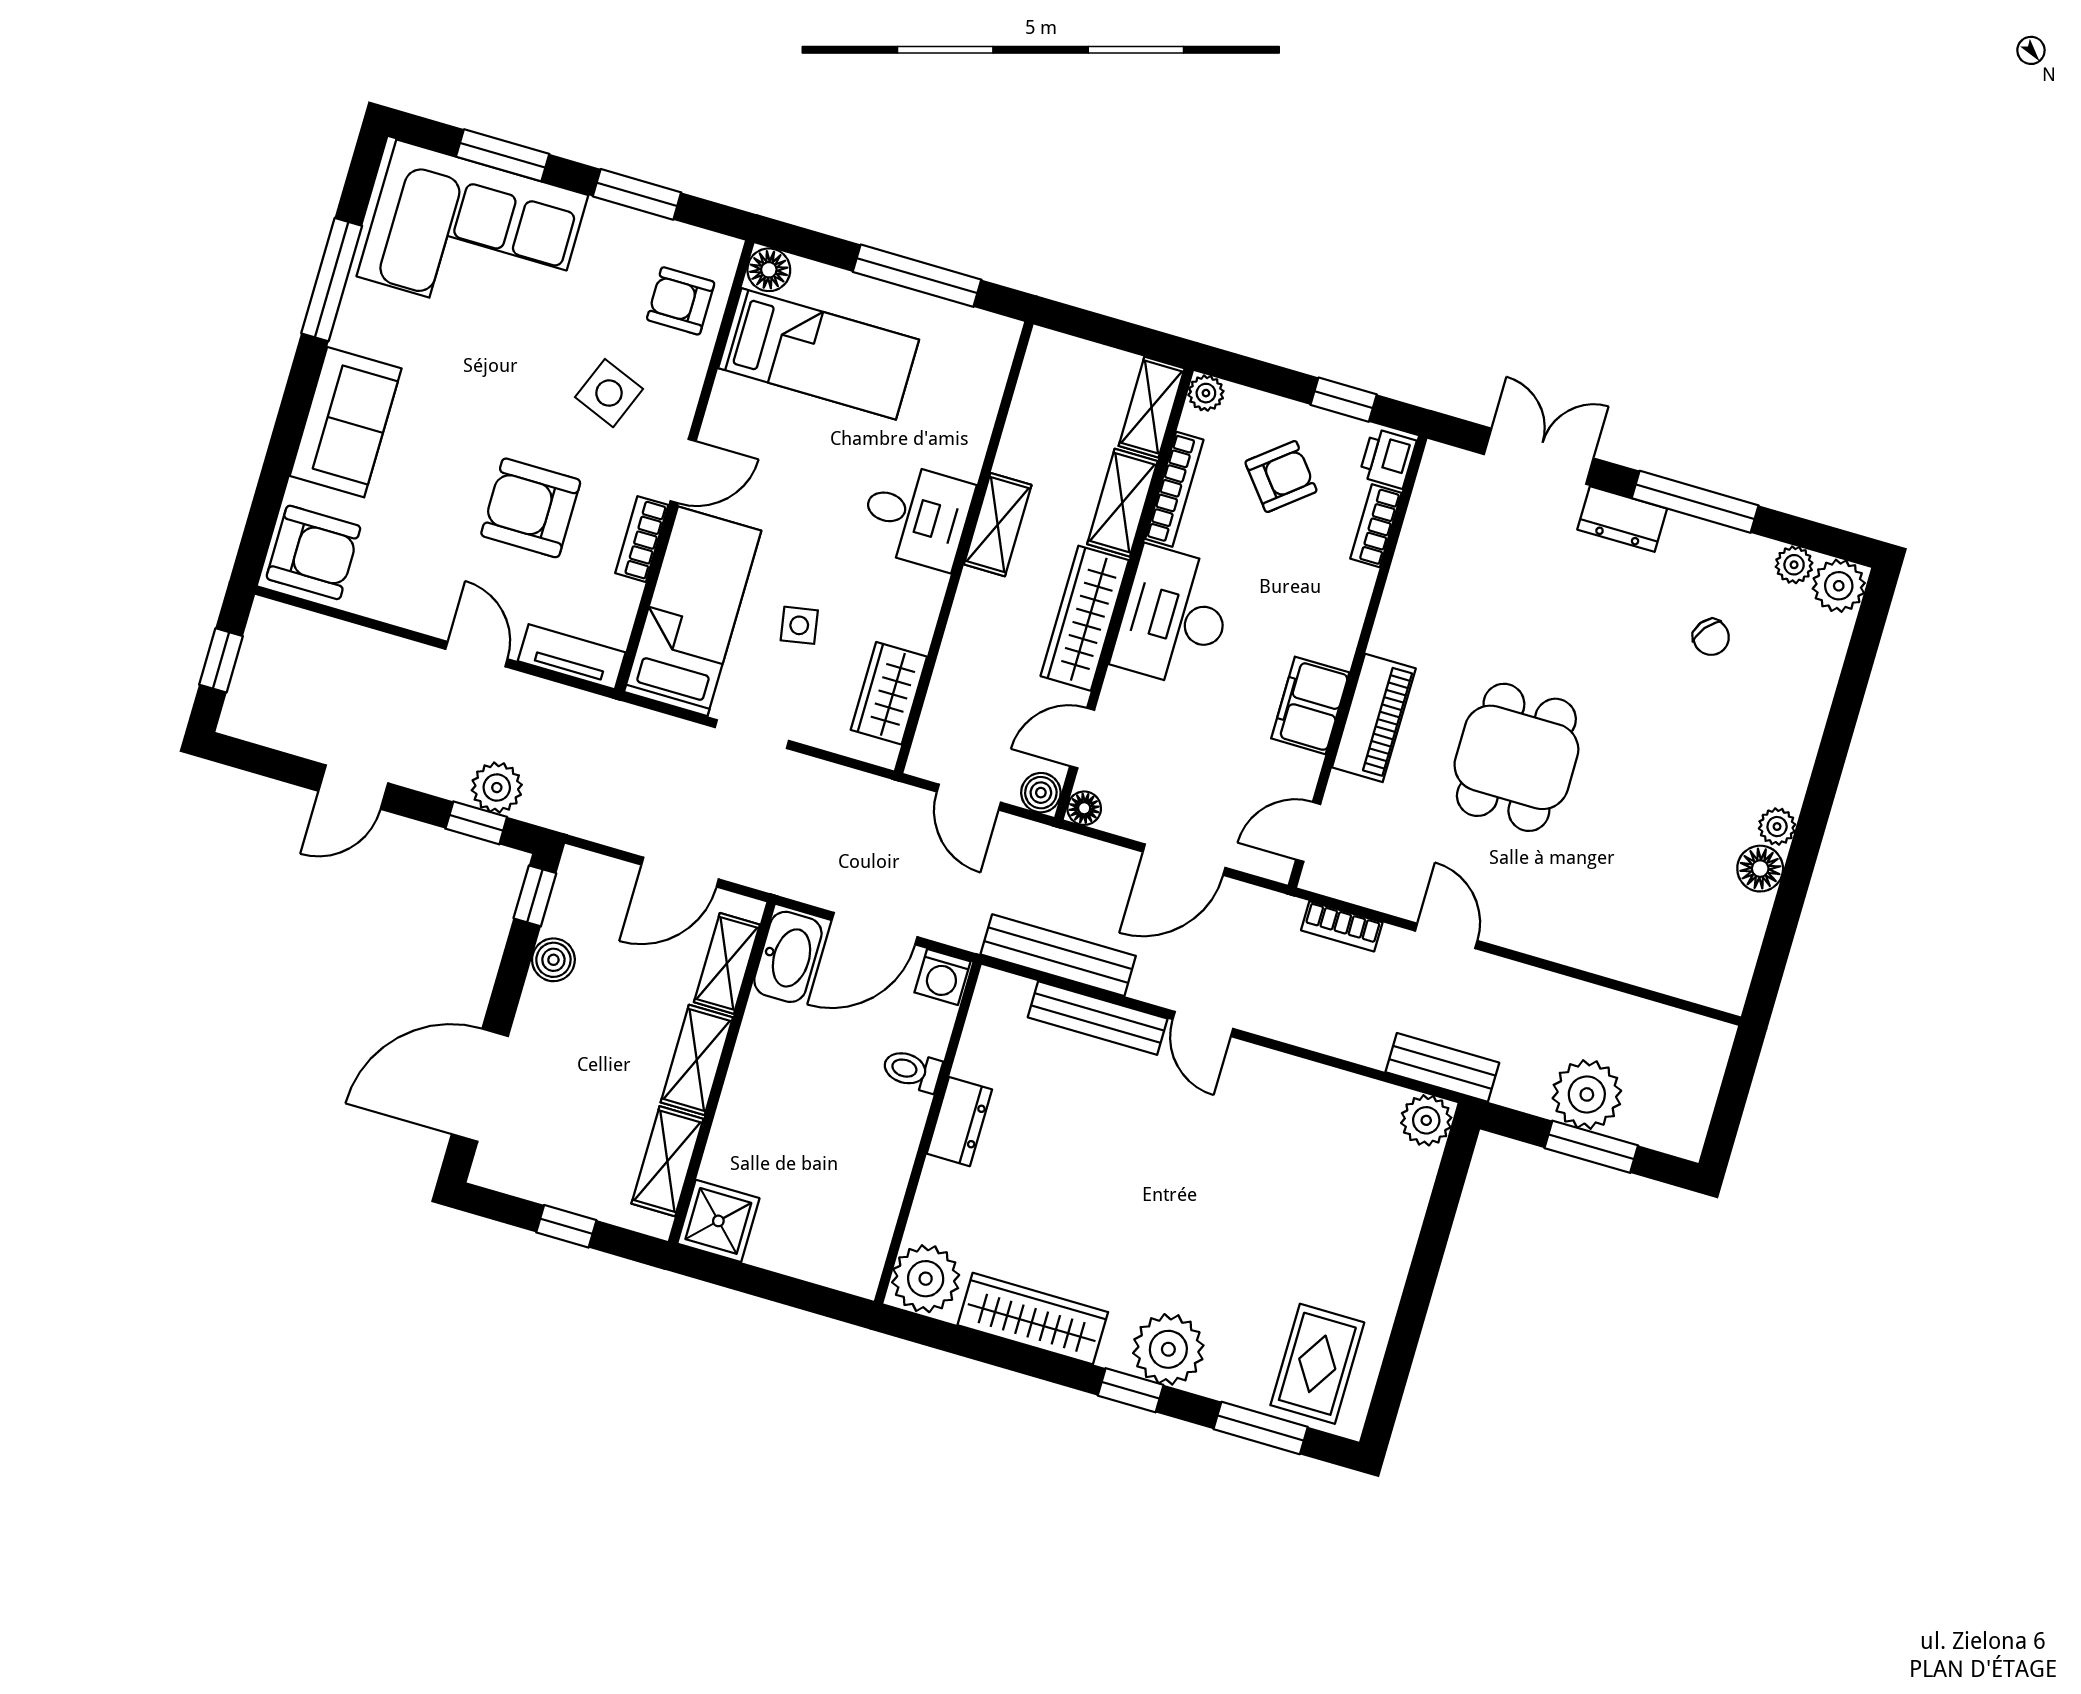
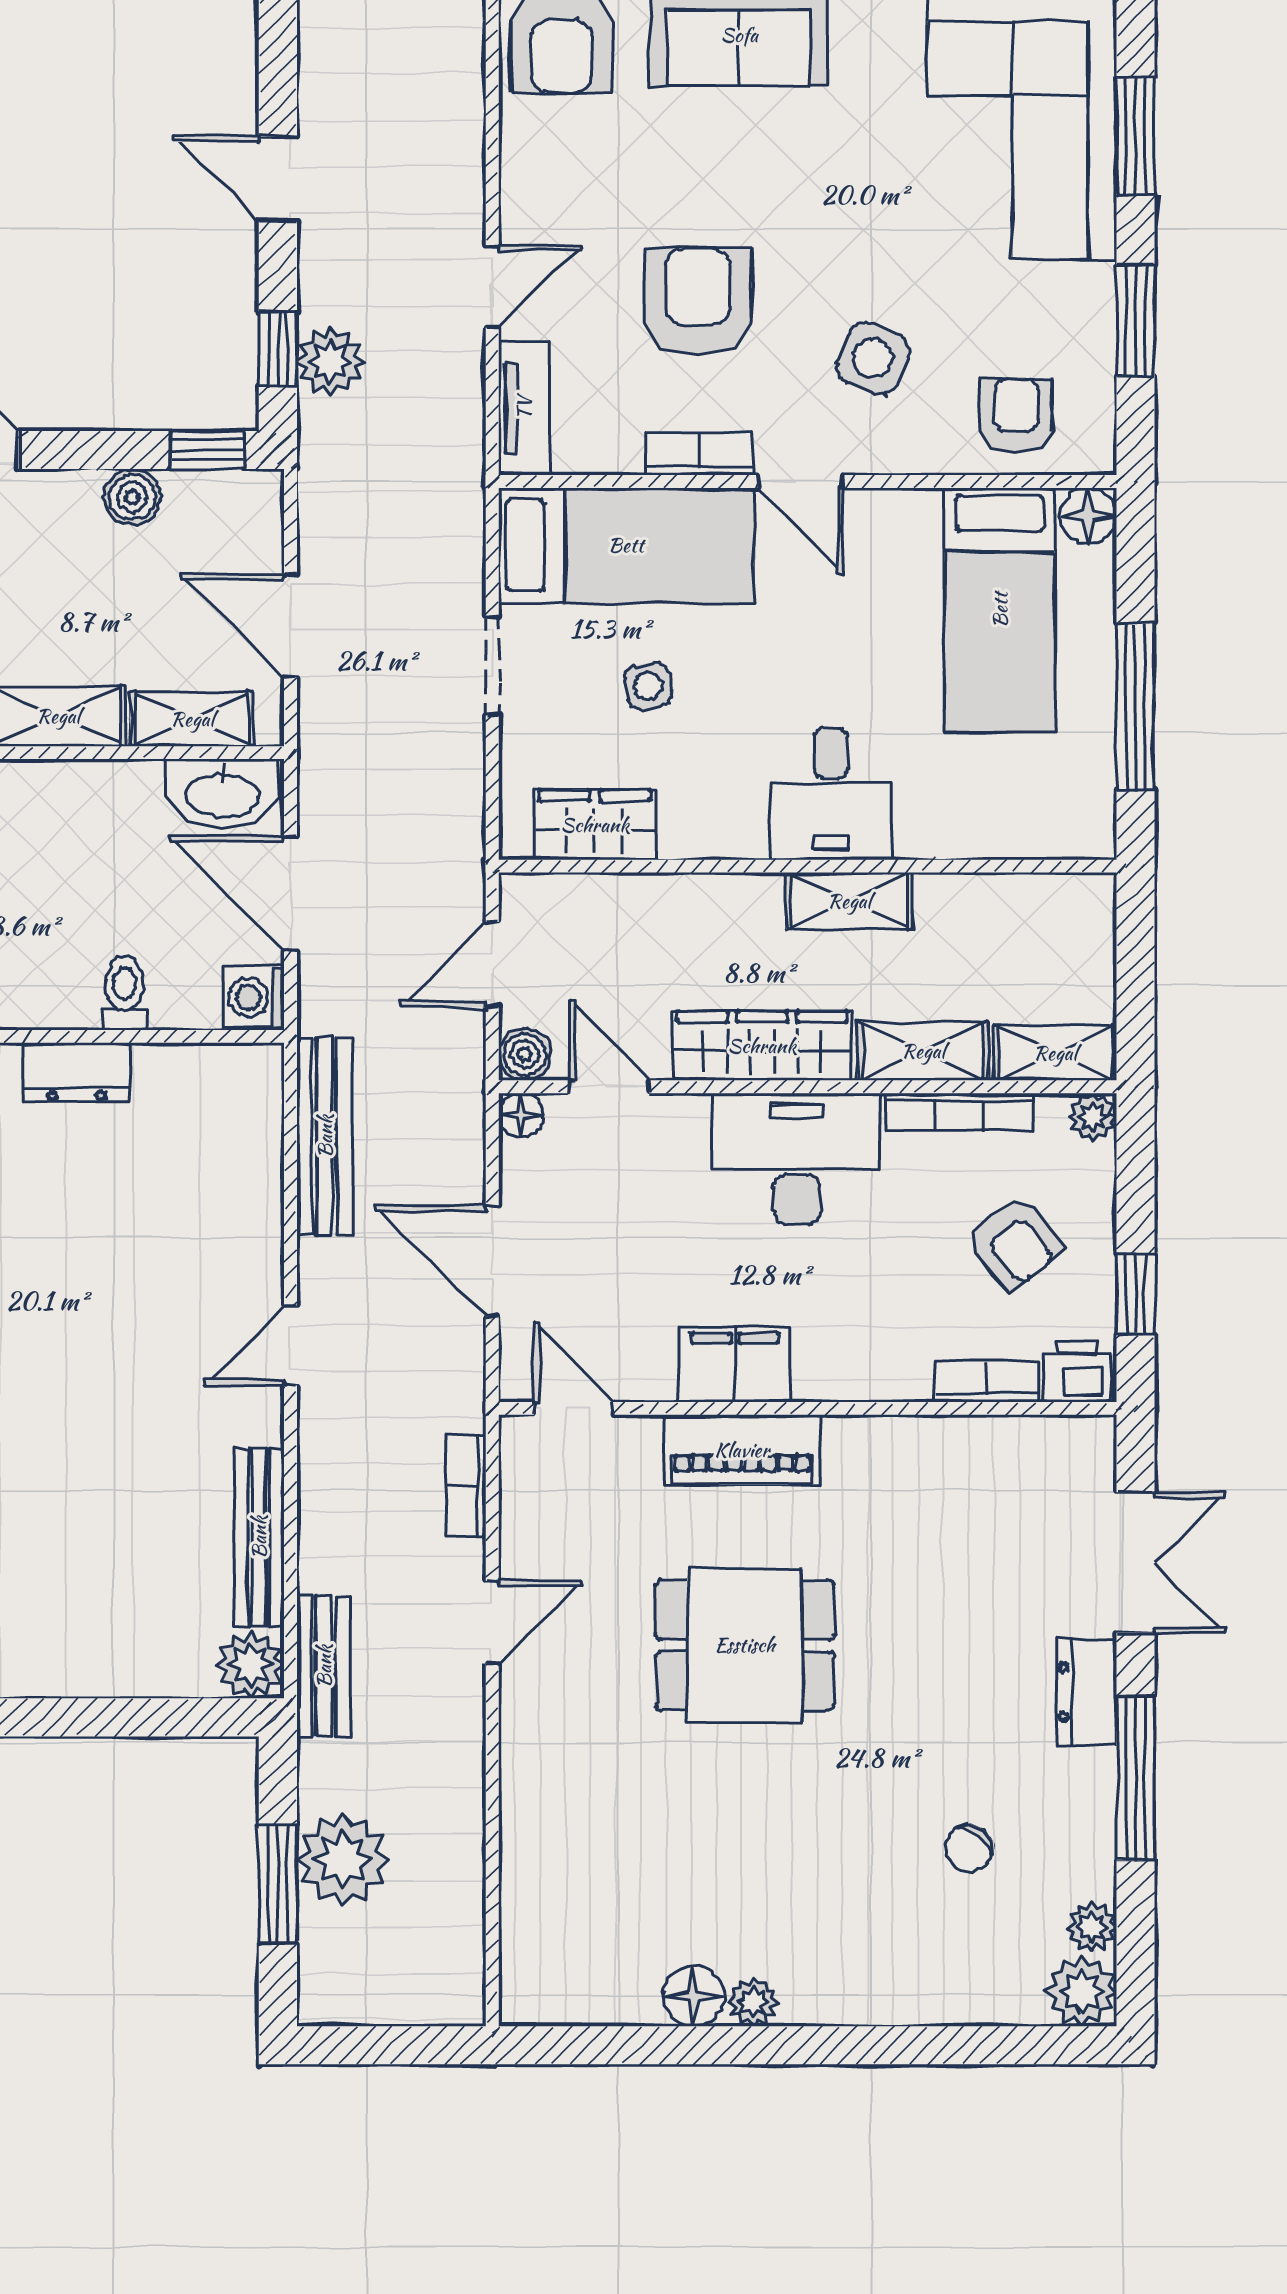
bench: (1098, 1018) -> (259, 1537), moved

